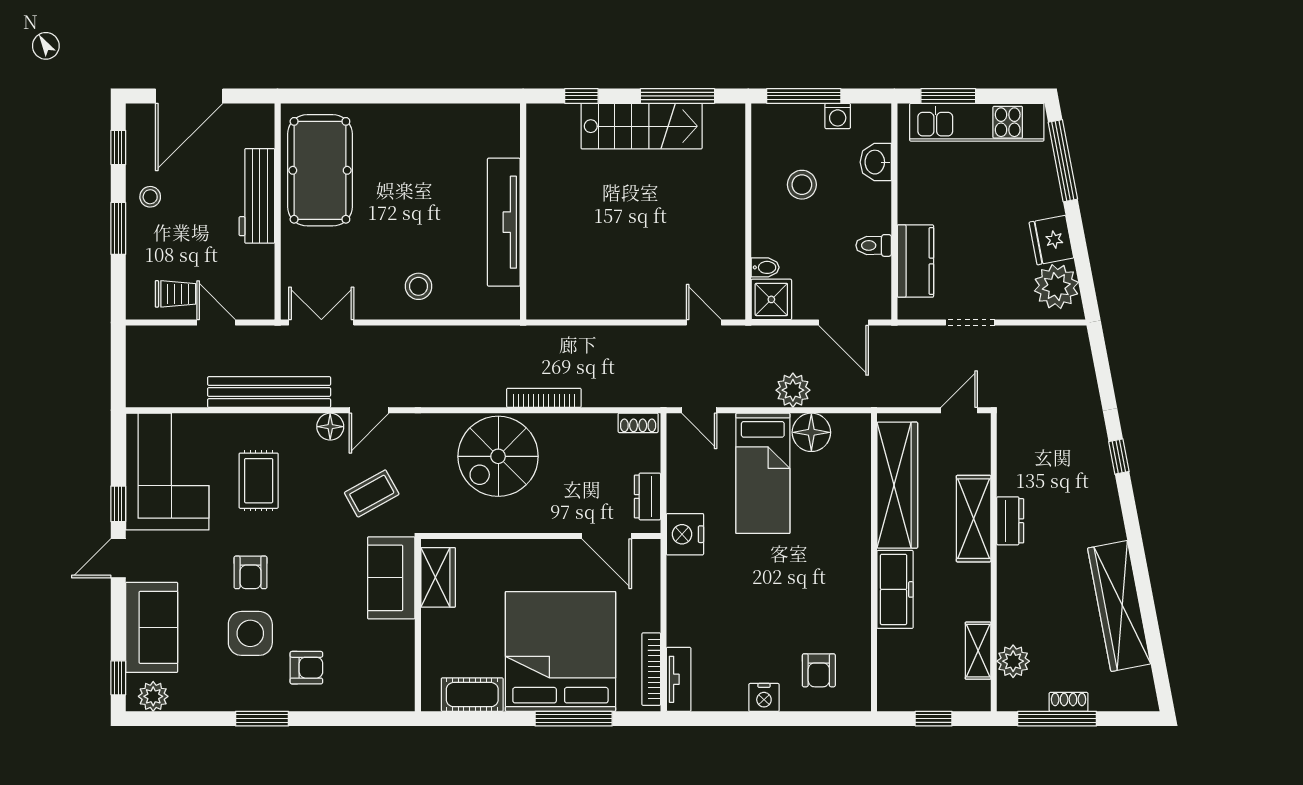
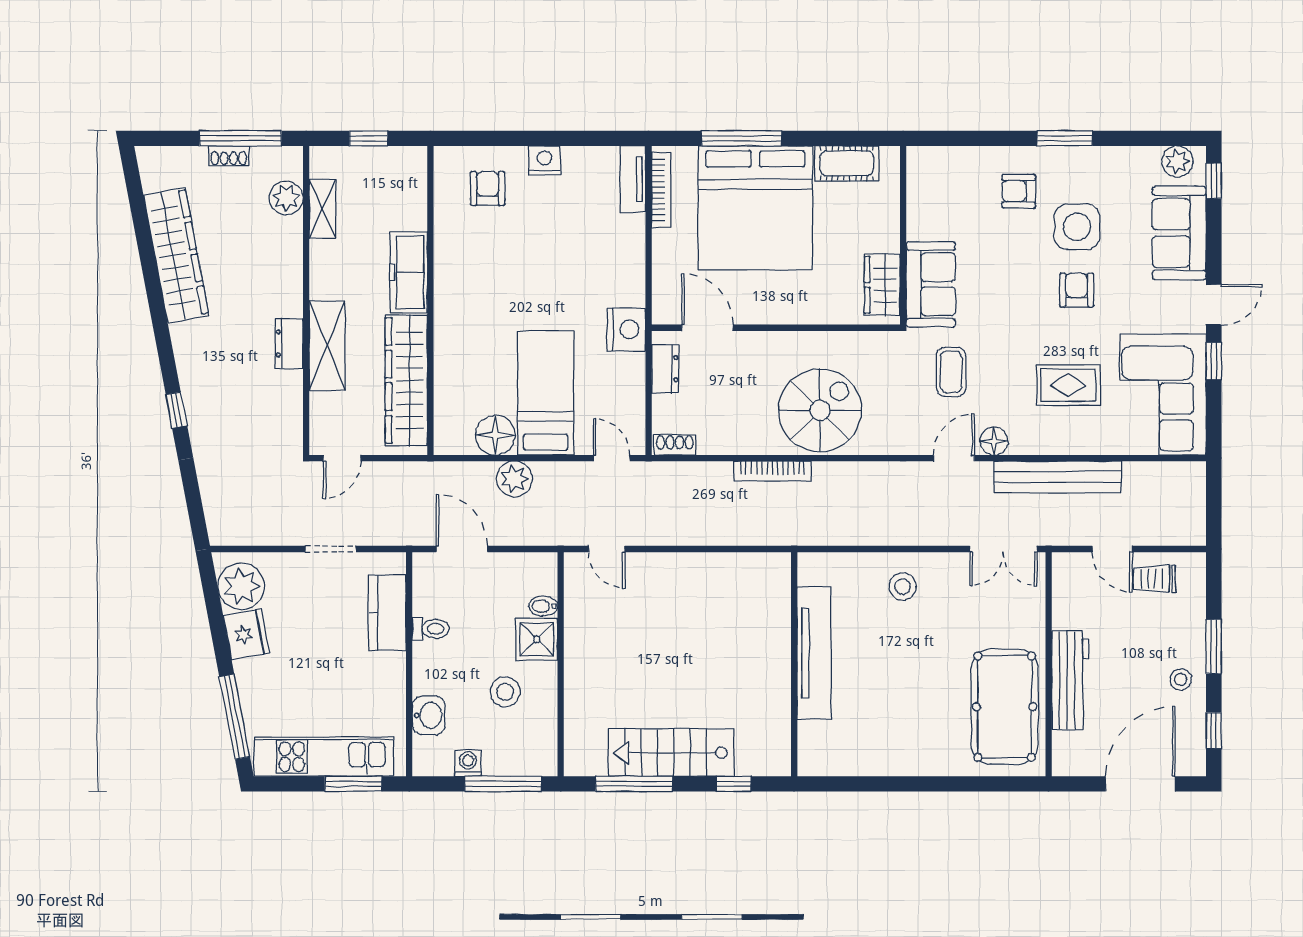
shower: (771, 299) -> (537, 639), moved
rug: (259, 481) -> (1068, 385), turned 90
coffee table: (372, 493) -> (951, 372), turned -61

